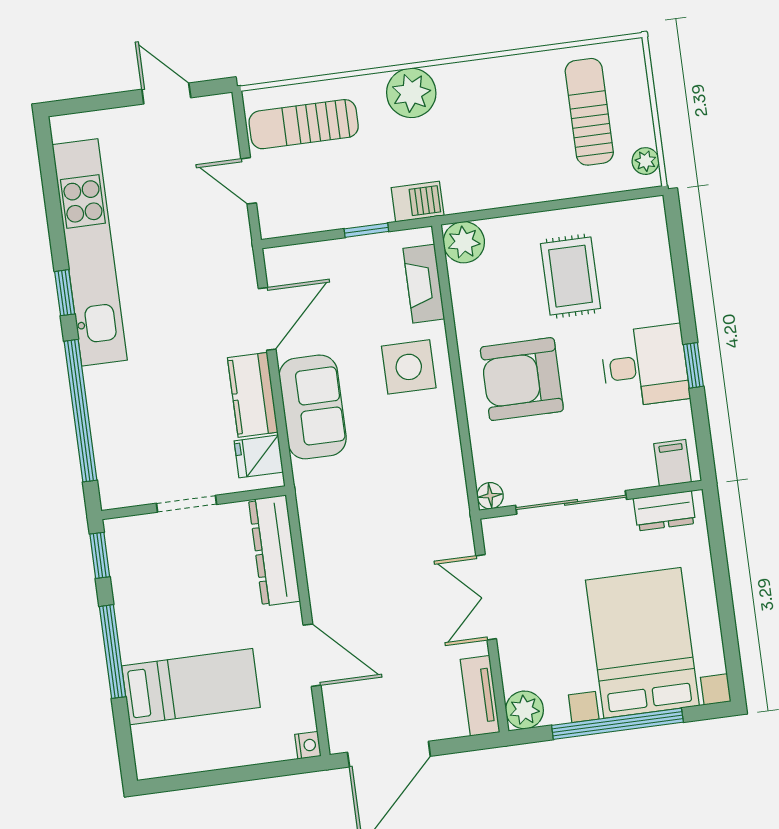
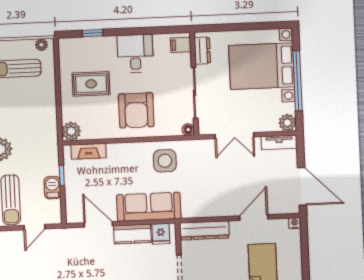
barbecue: (418, 202) -> (52, 188), moved
window: (693, 365) -> (93, 33), moved
side table: (409, 367) -> (165, 161), moved
sofa: (313, 407) -> (149, 207), width x1.36

